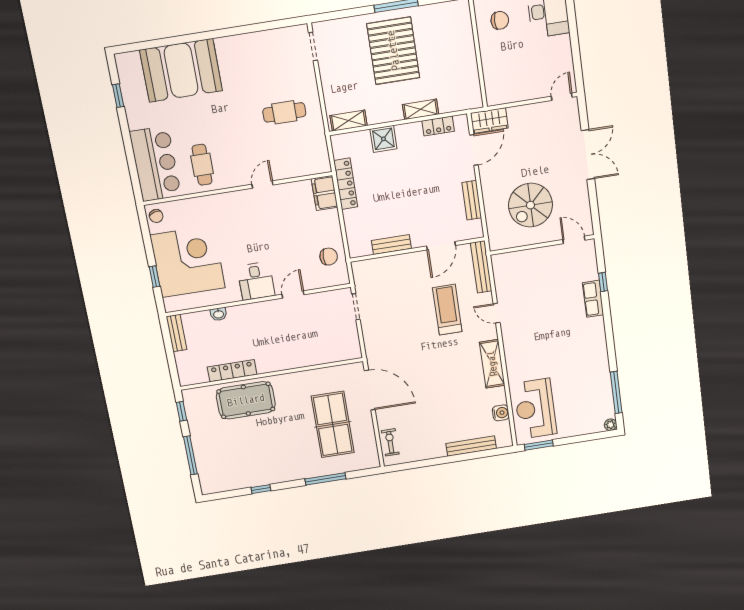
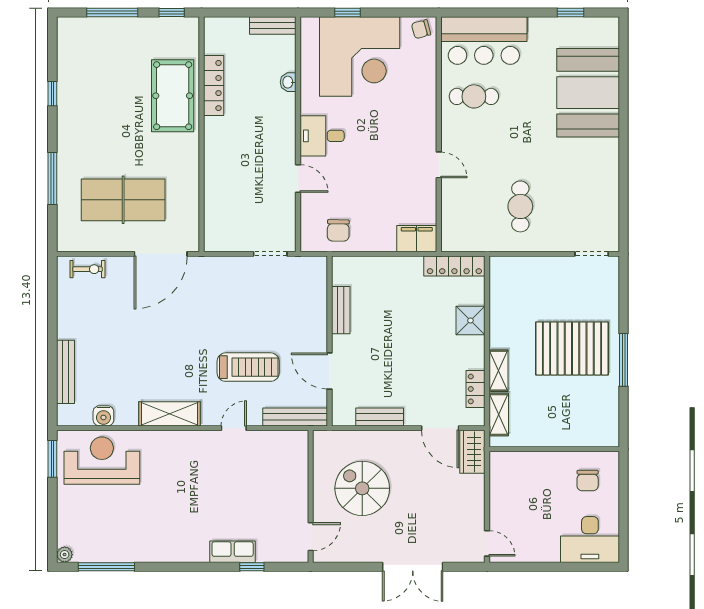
shelving: (349, 121) -> (499, 414), moved
locker: (346, 184) -> (454, 266), moved

